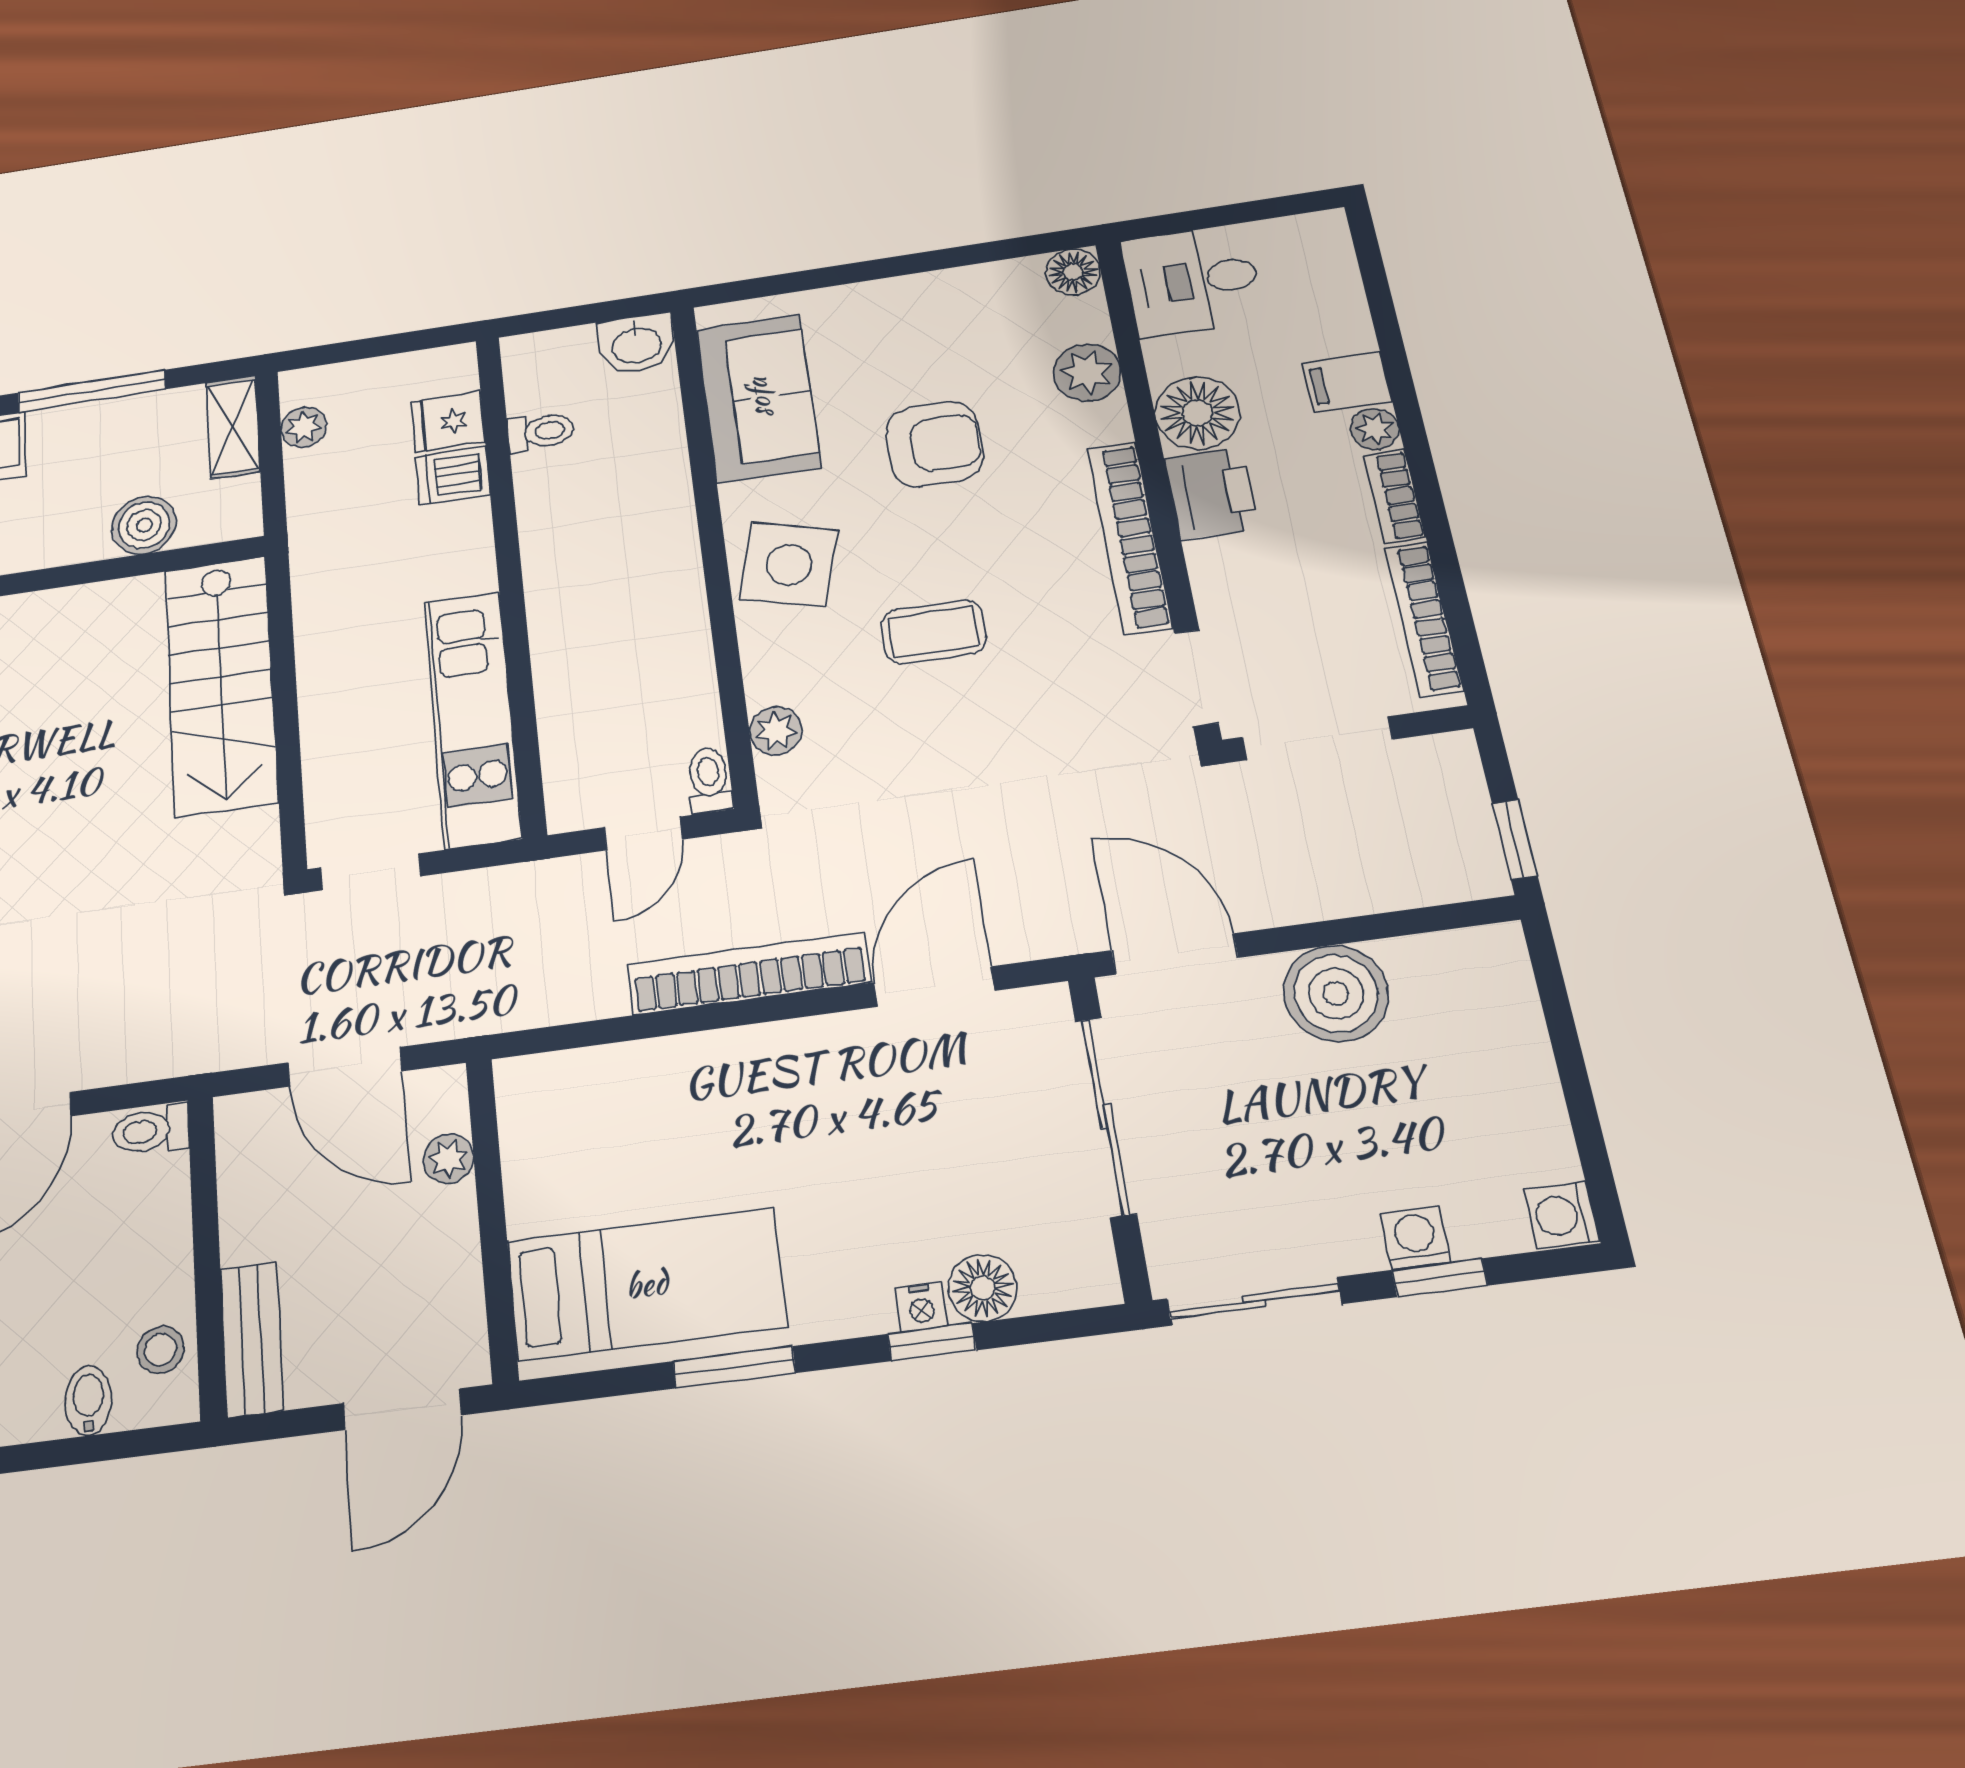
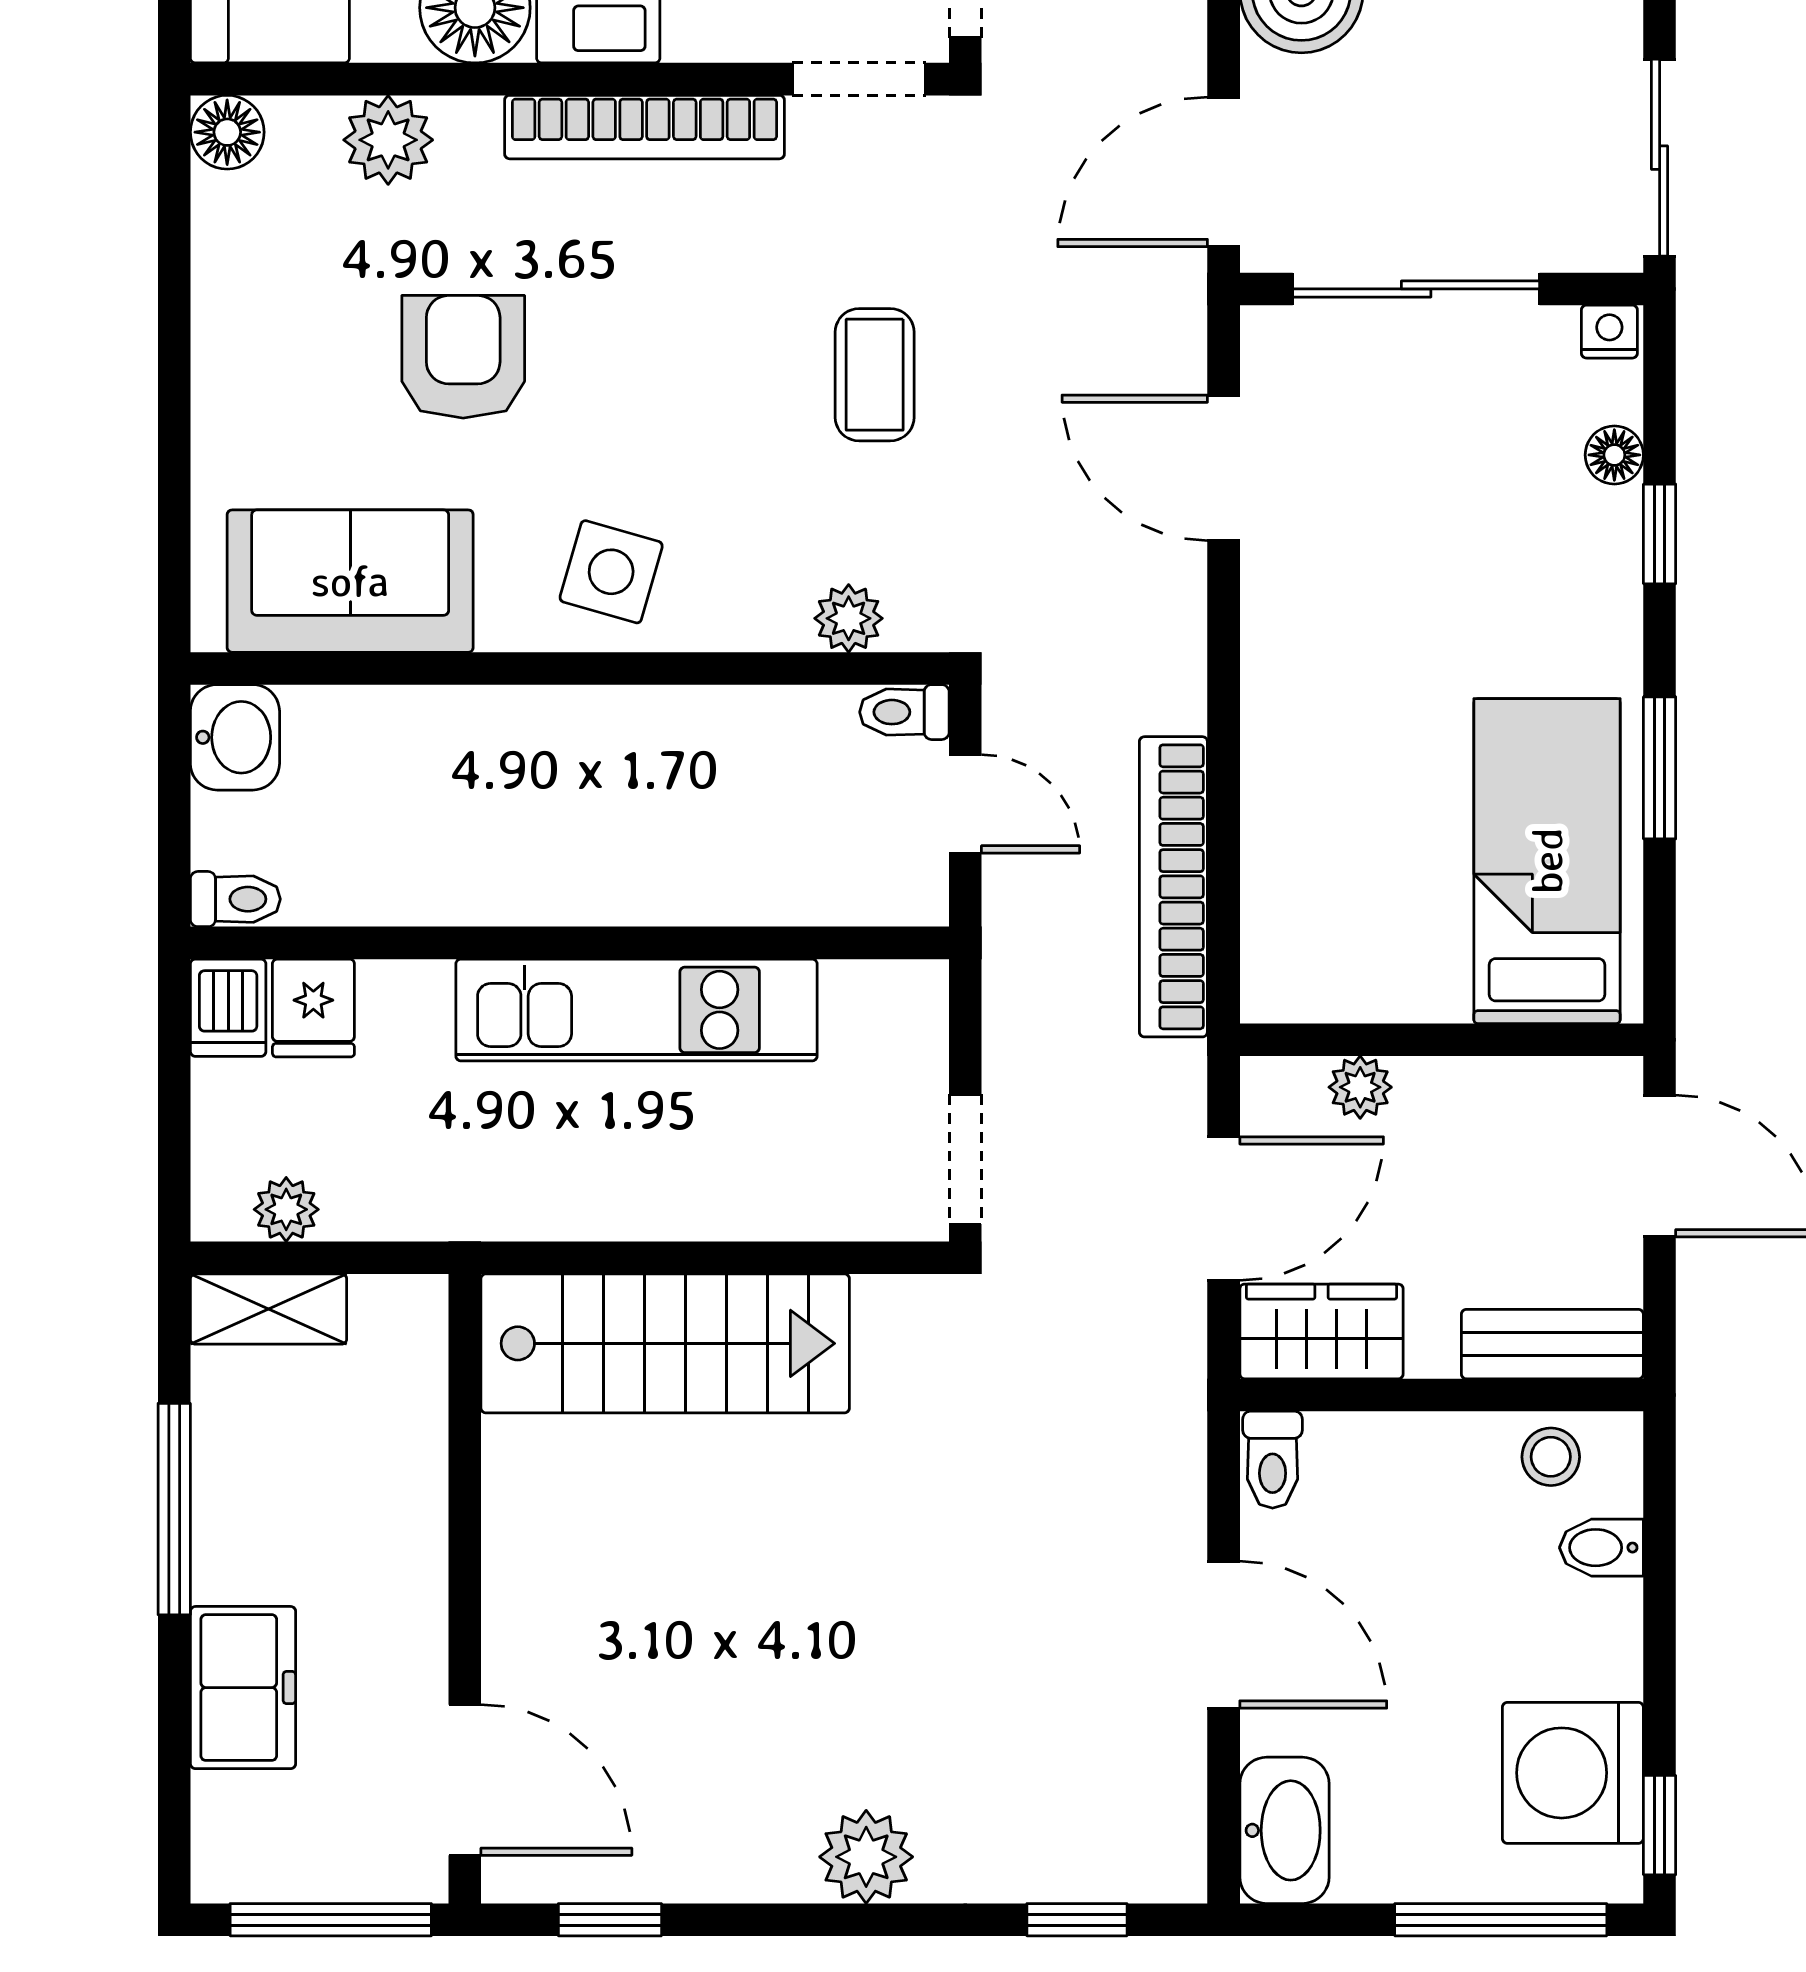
toilet: (541, 432) -> (235, 899), moved, turned 90
dishwasher: (453, 475) -> (228, 1008), moved
boiler: (144, 525) -> (403, 1440), removed
side table: (789, 565) -> (611, 572), width x0.73, depth x0.73
coffee table: (934, 632) -> (875, 375), moved
kitchen unit: (473, 718) -> (637, 1010), moved
bookcase: (749, 973) -> (1173, 887), moved
wardrobe: (253, 1155) -> (1321, 1331), added
floor lamp: (983, 1288) -> (1614, 455), width x0.73, depth x0.73
nightstand: (921, 1307) -> (1609, 332), moved, turned -90

